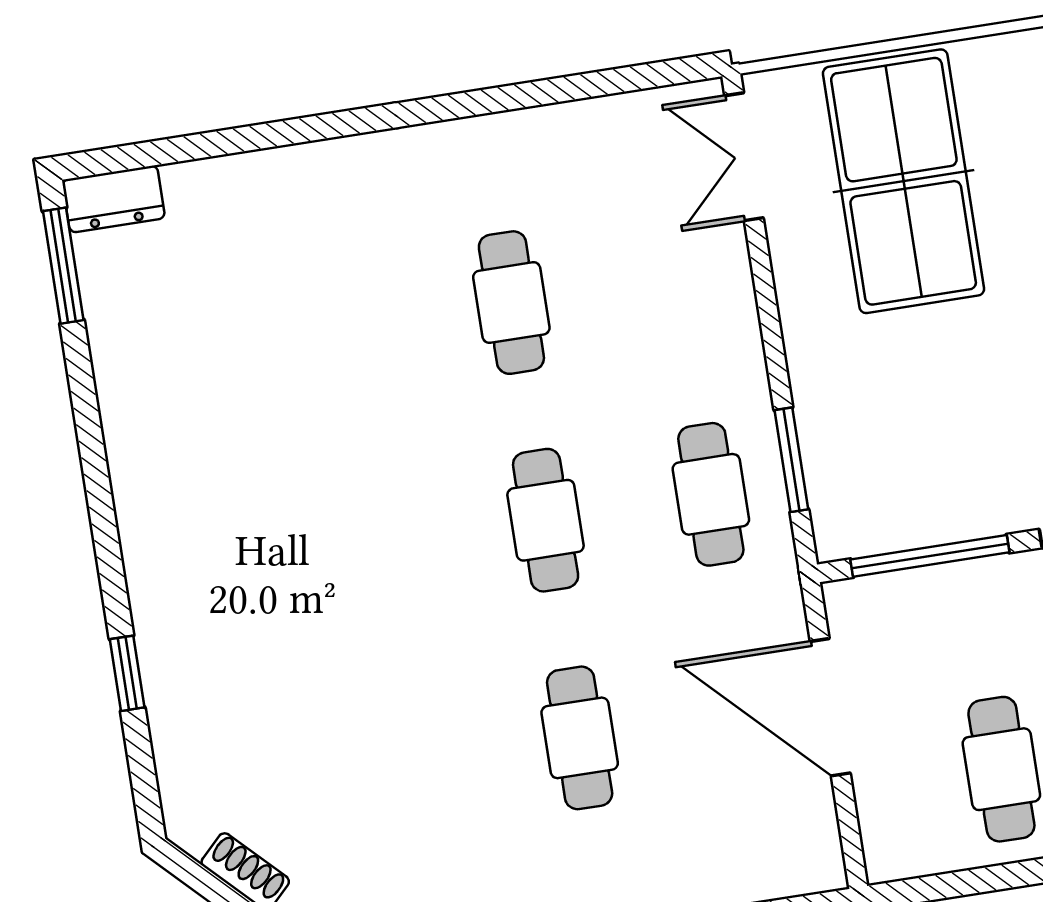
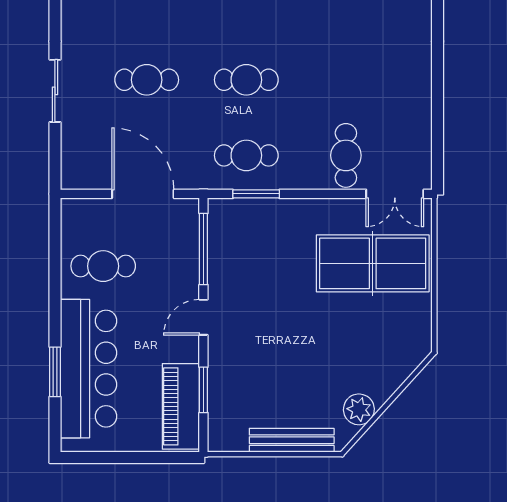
double door: (744, 157) -> (395, 194), swing flipped
cafe table: (511, 303) -> (346, 155), moved, turned 90
door: (830, 707) -> (143, 194), hinge flipped

